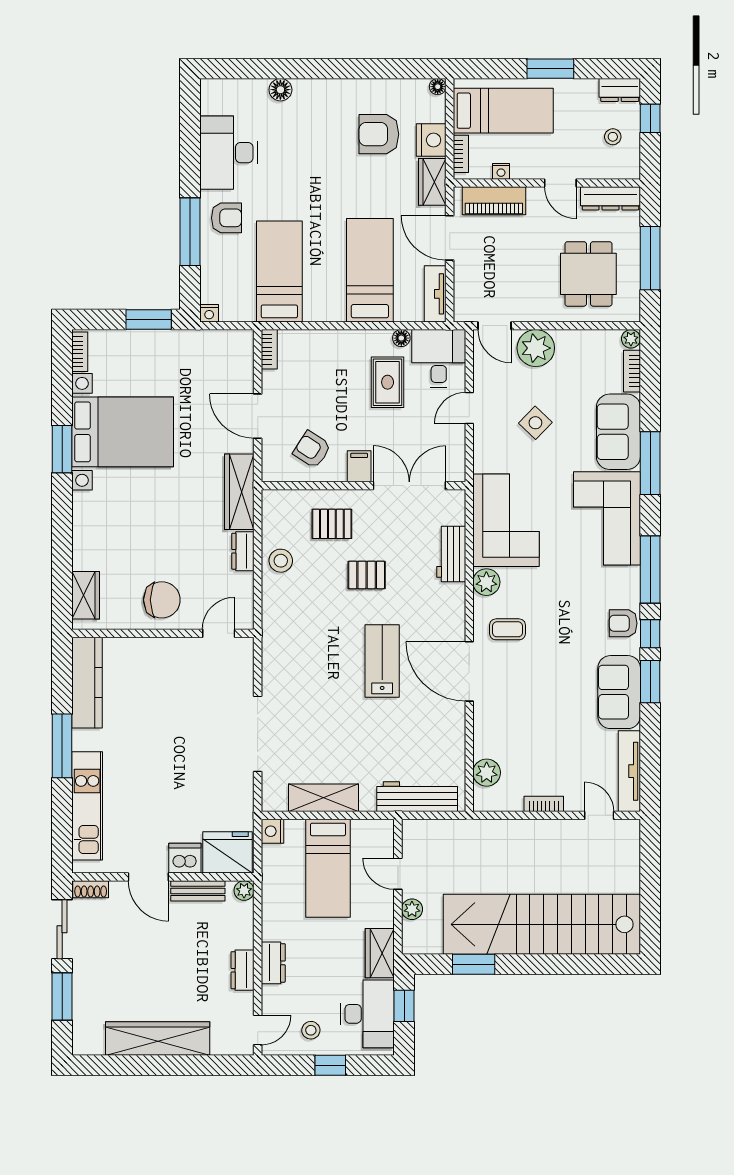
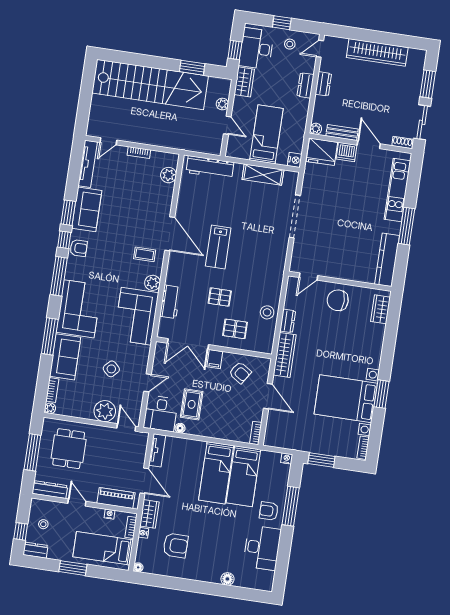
nightstand: (431, 140) -> (143, 533), width x0.53, depth x0.56
bed: (370, 270) -> (216, 473), moved
door: (599, 815) -> (108, 141), hinge flipped

